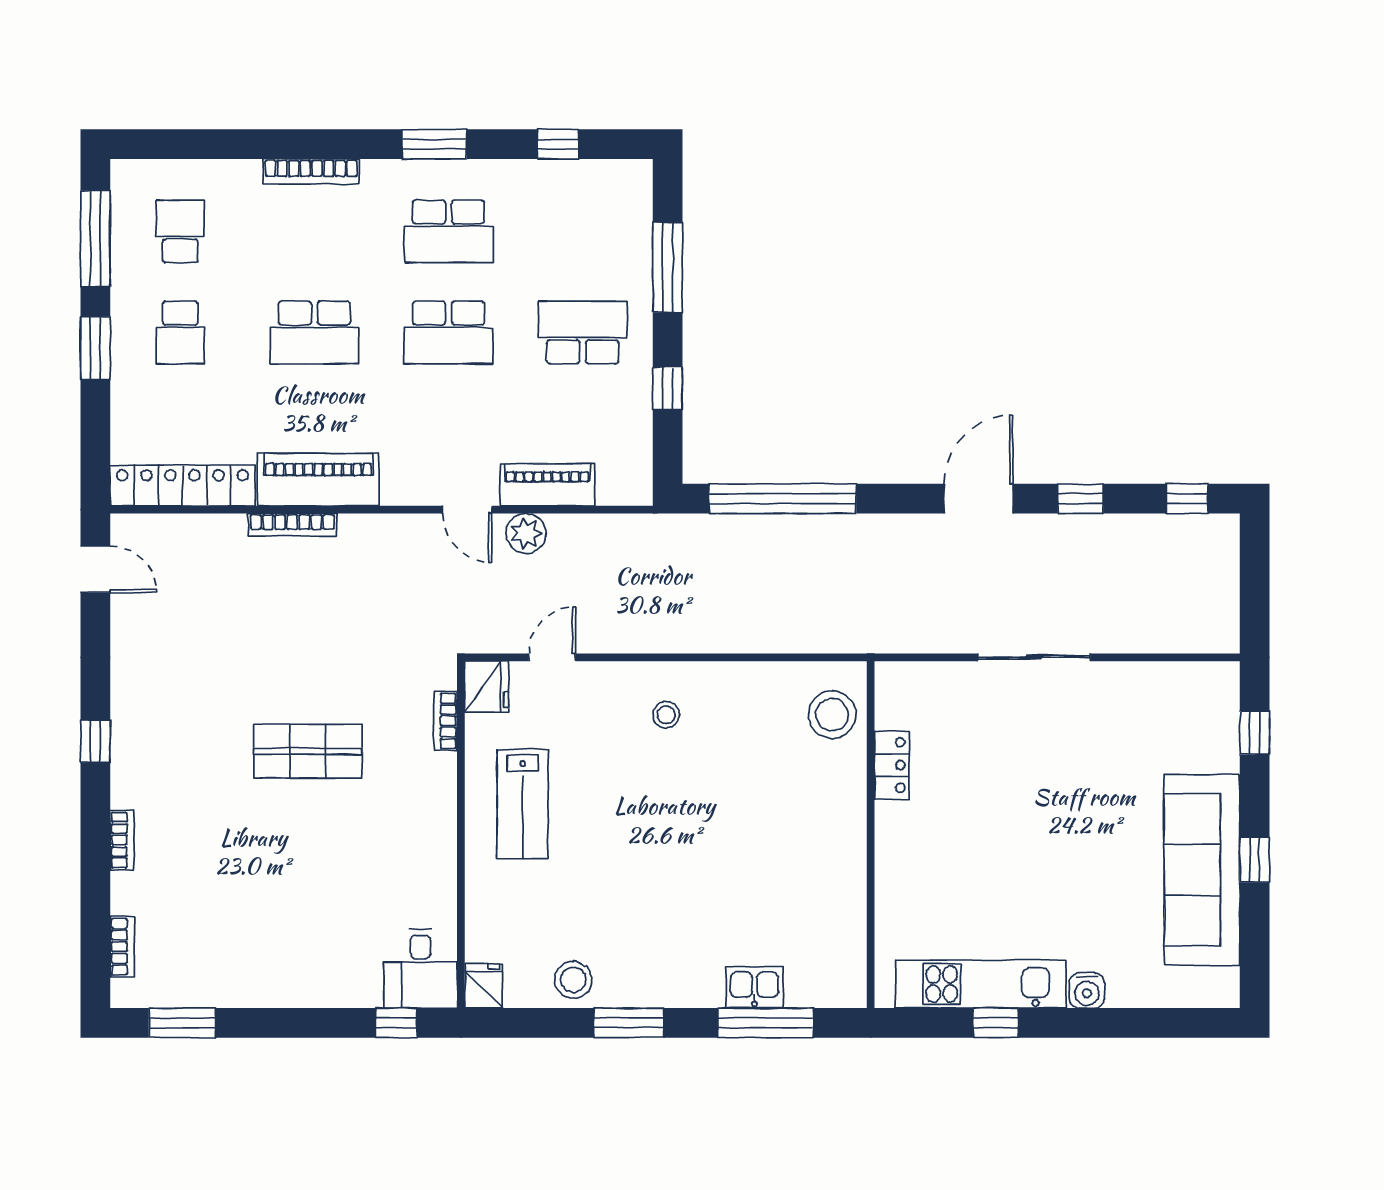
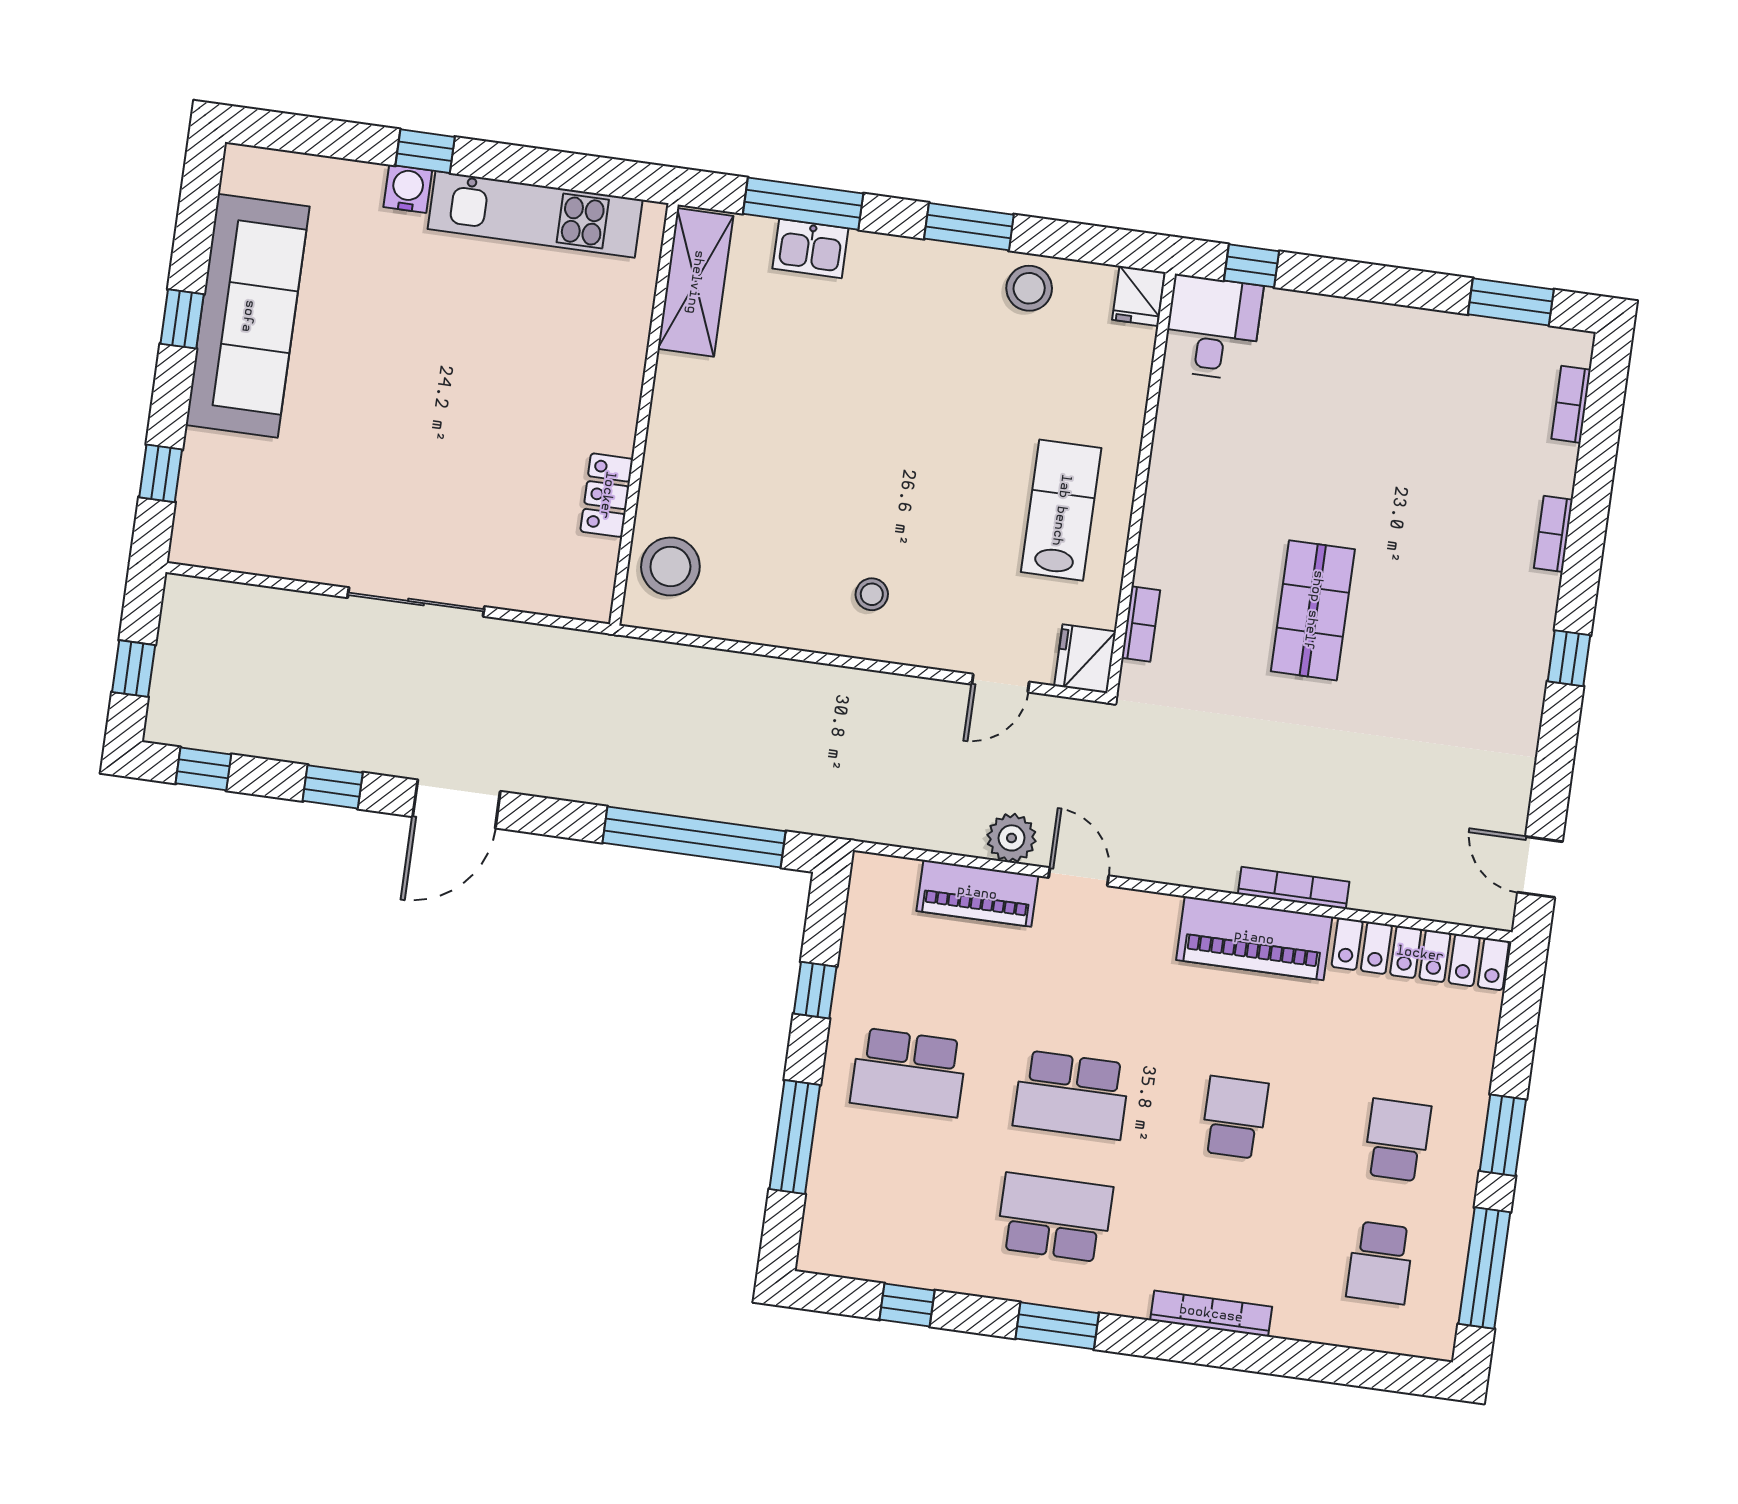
school desk: (314, 332) -> (1234, 1117), width x0.54
school desk: (449, 332) -> (1072, 1095), turned 180
window: (1255, 572) -> (134, 669), added
shop shelf: (308, 751) -> (1313, 610), turned 90
shelving: (844, 947) -> (695, 282), added
window: (996, 1023) -> (425, 151), moved

